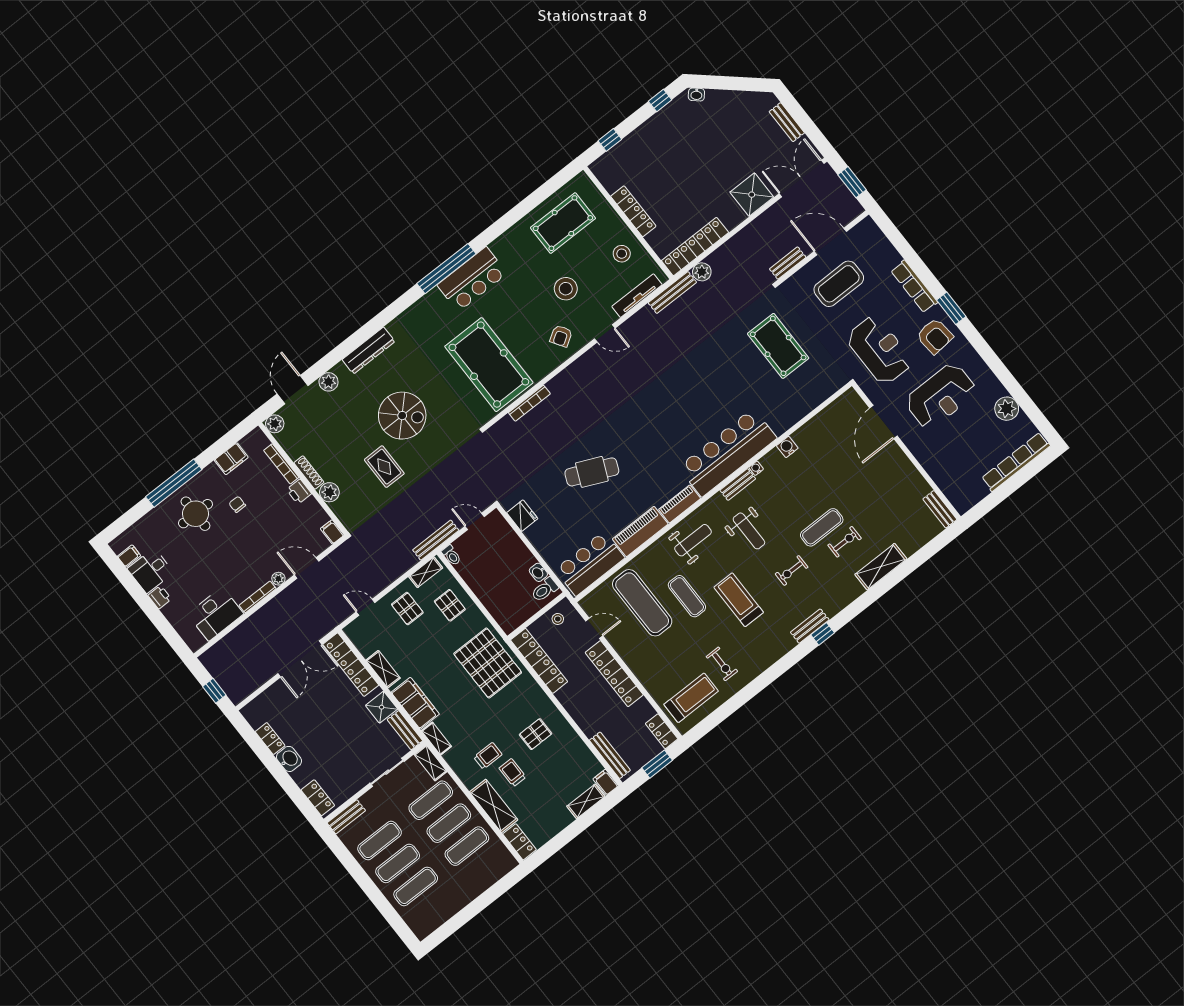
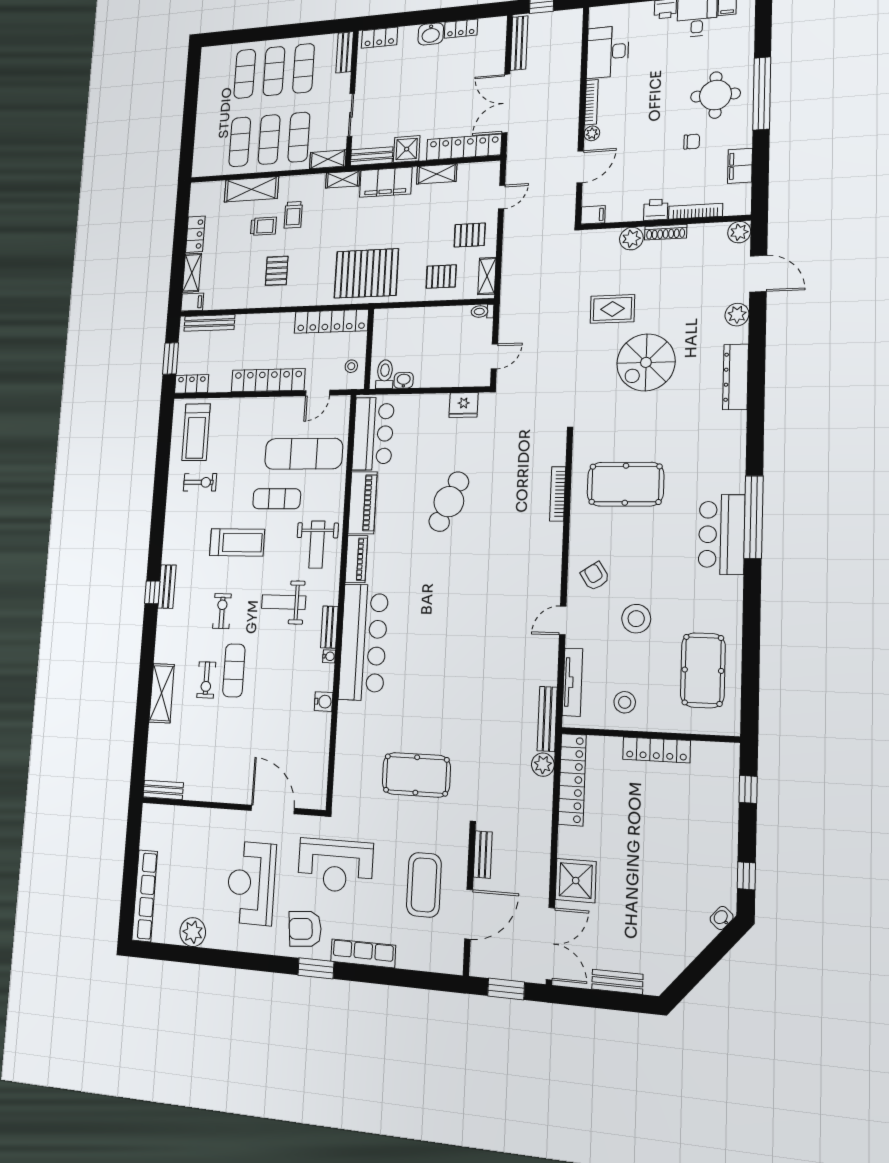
pool table: (489, 365) -> (625, 484), width x0.73, depth x0.76
bench: (436, 540) -> (519, 43), moved
exercise bike: (722, 664) -> (200, 482), turned 180
locker: (519, 842) -> (195, 234), moved, turned -90

